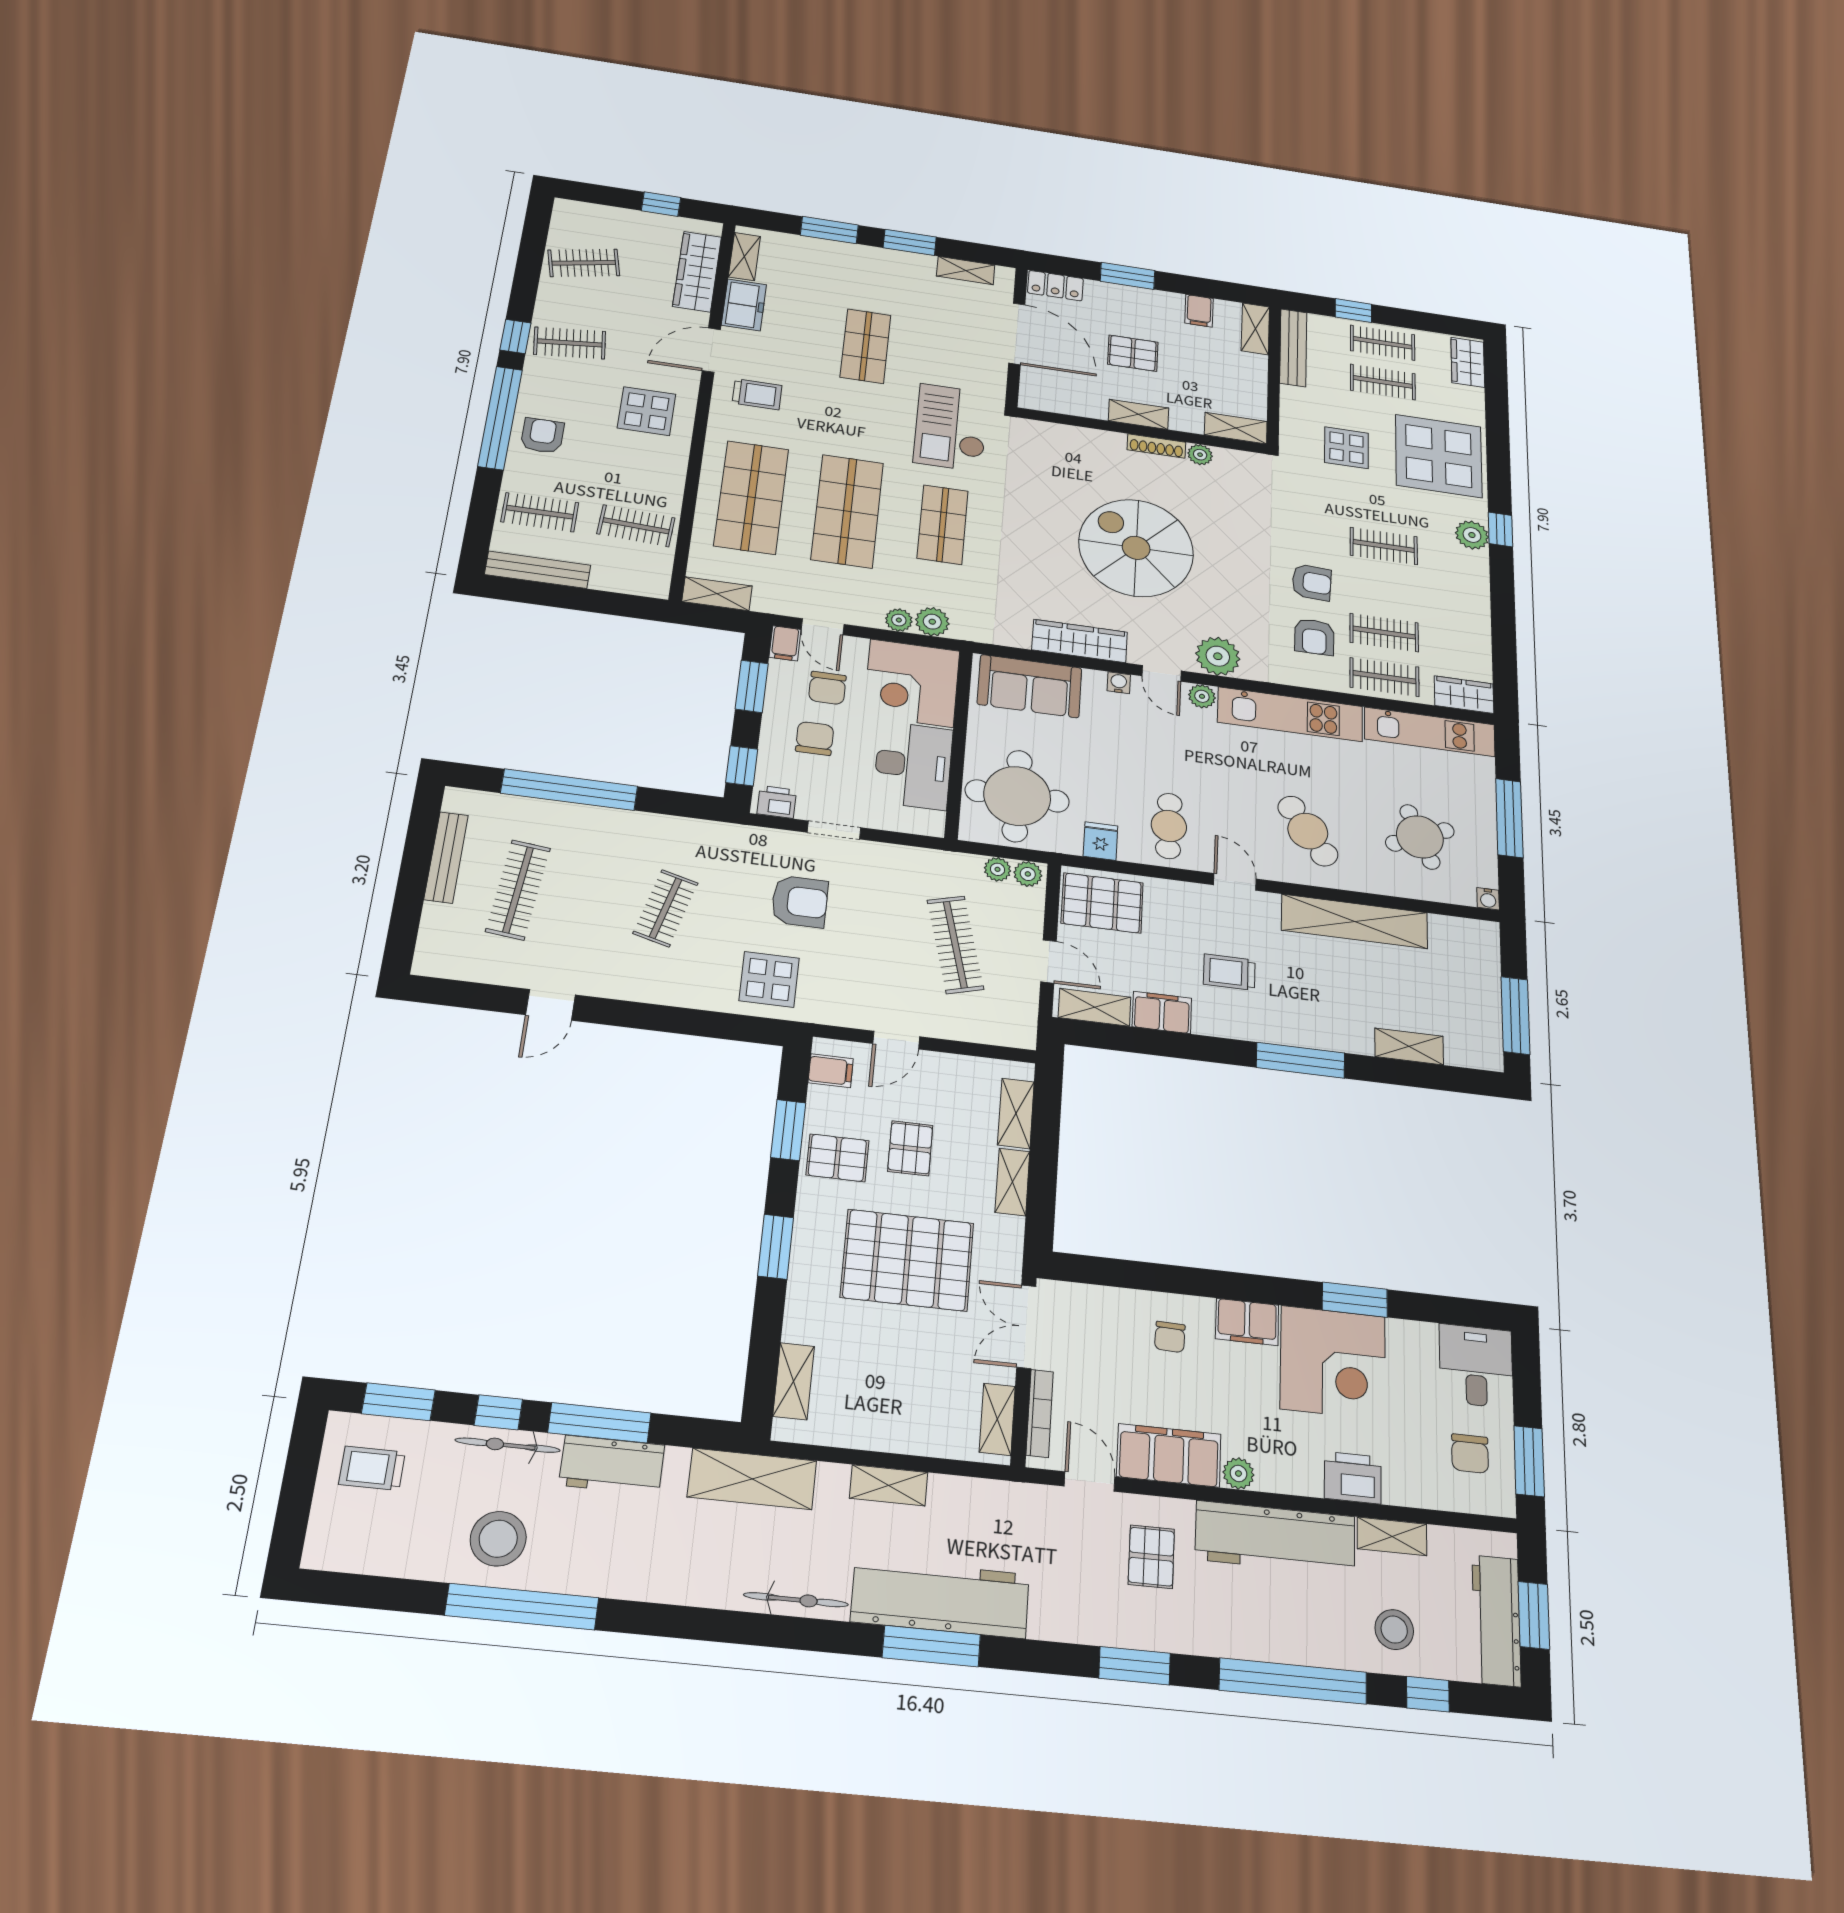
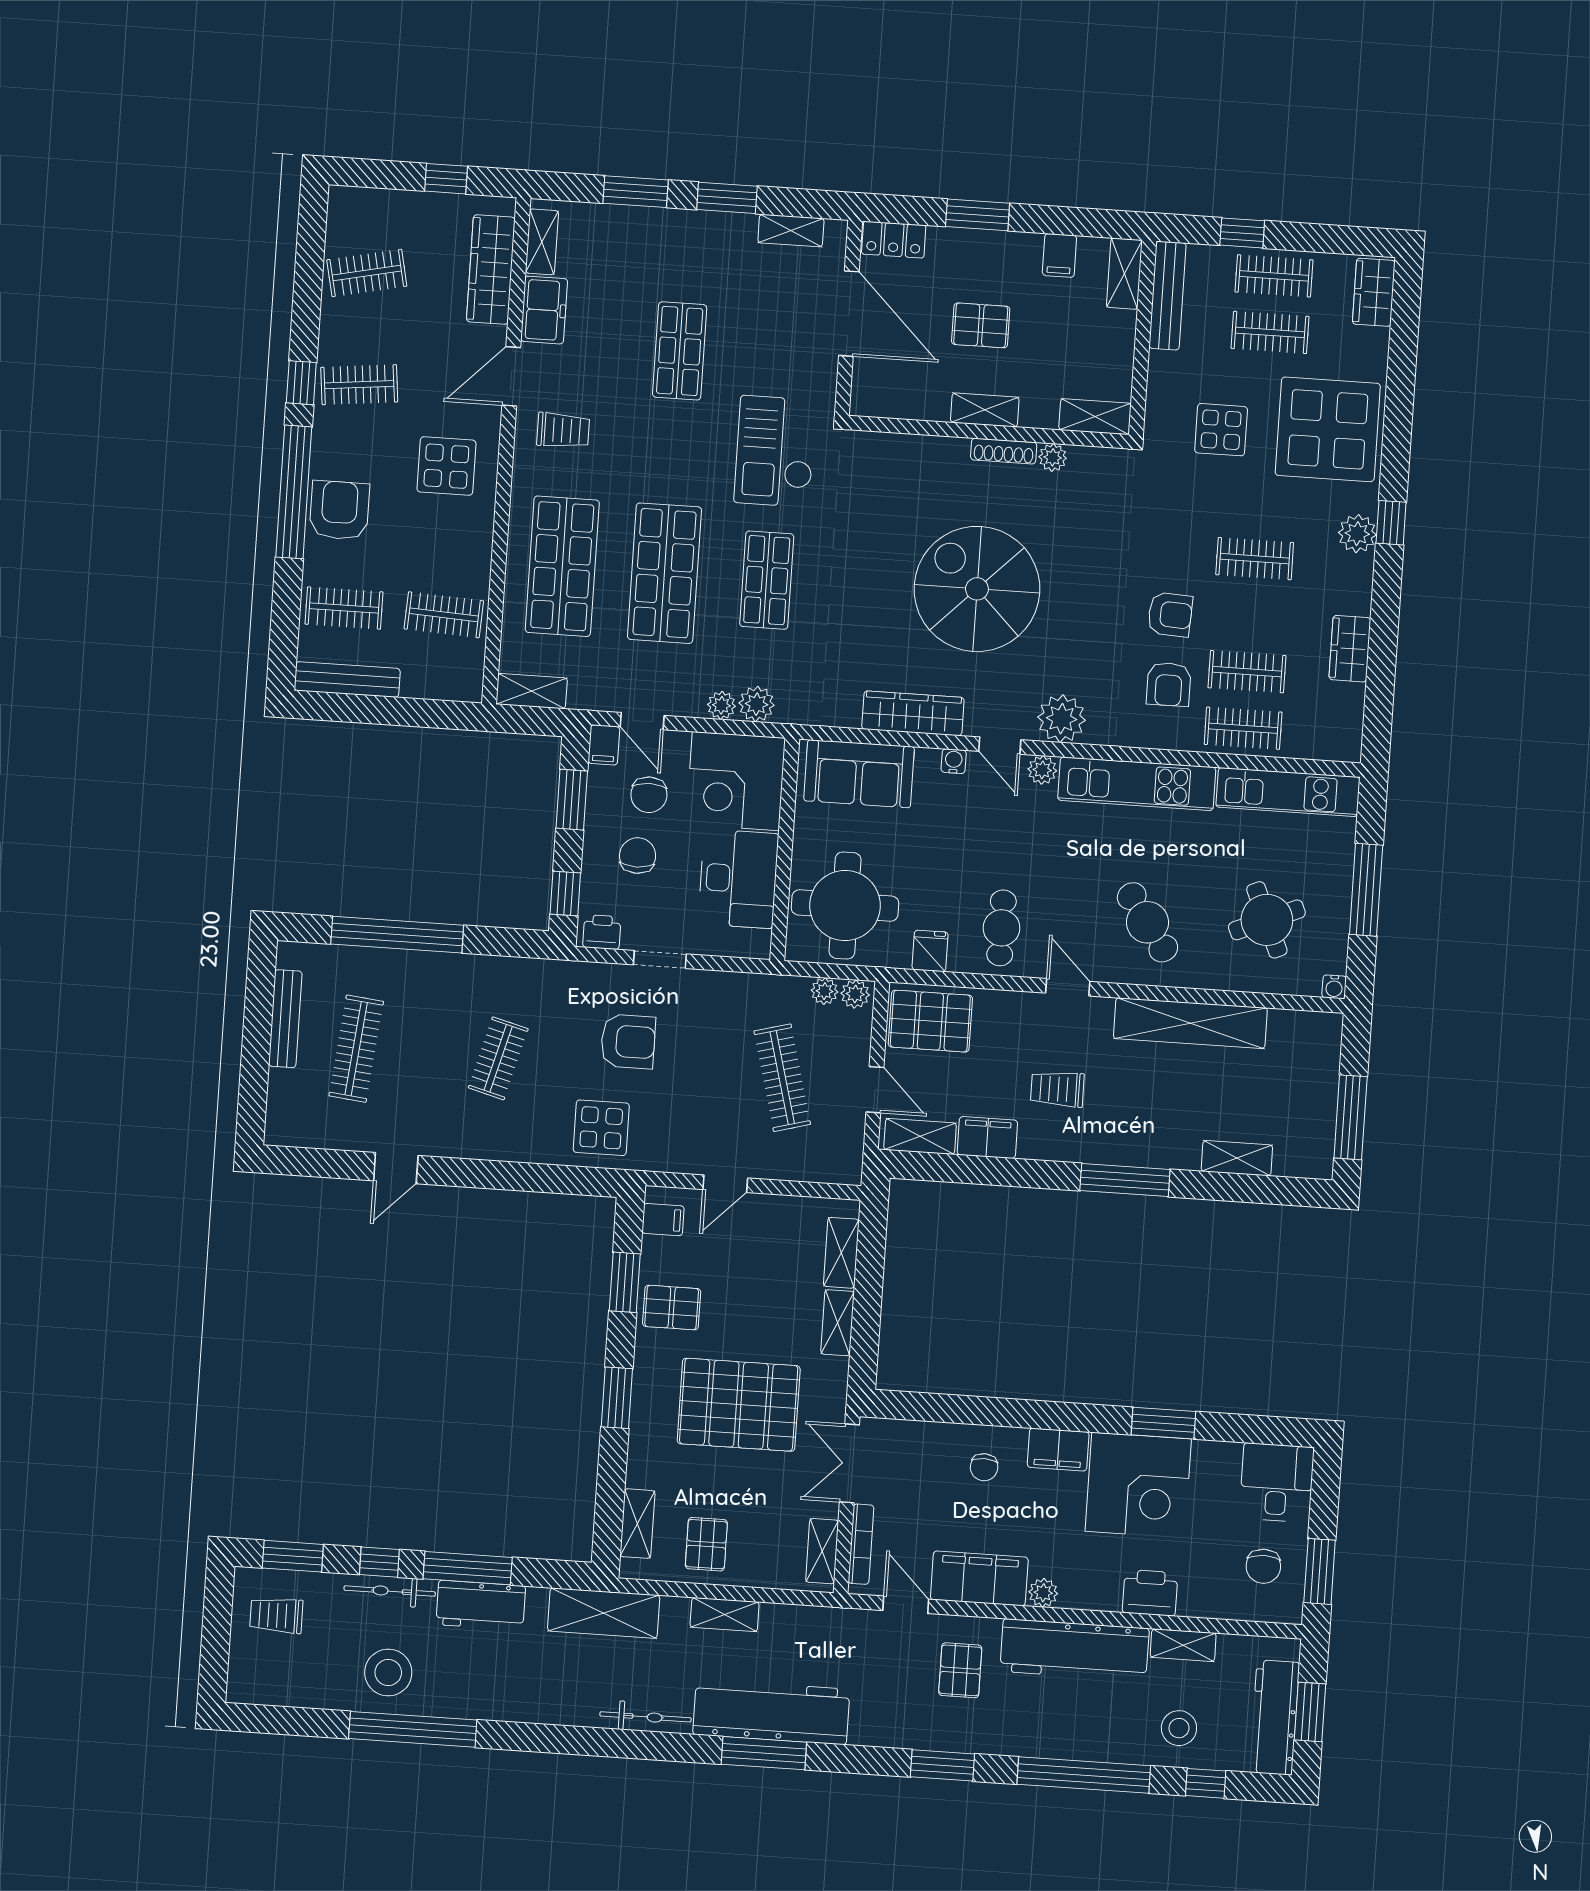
armchair: (542, 436) -> (339, 510), width x1.38, depth x1.38
wardrobe: (1464, 695) -> (1350, 649), moved, turned -90
pallet: (910, 1148) -> (706, 1544), moved

